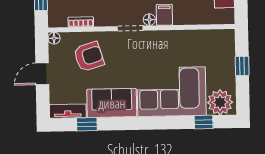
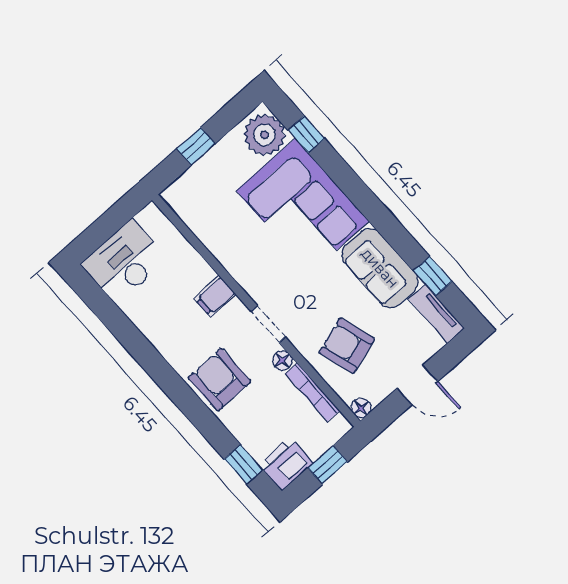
floor lamp: (149, 20) -> (282, 361), moved
bookcase: (81, 22) -> (312, 392), width x1.56

